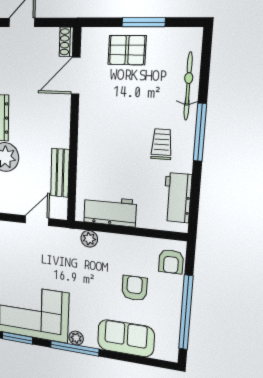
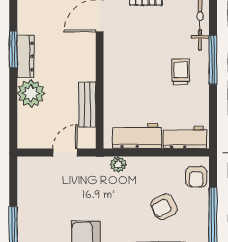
workbench: (177, 198) -> (185, 137), moved, turned 90
armchair: (134, 288) -> (164, 207), turned -117

